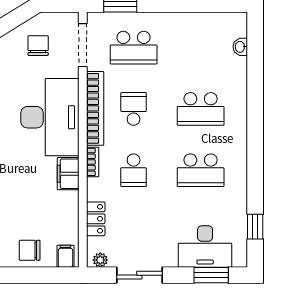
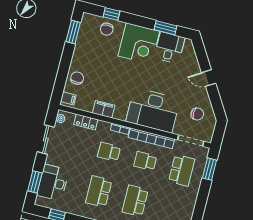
school desk: (134, 48) -> (182, 170), turned 180
school desk: (134, 109) -> (145, 161), turned 180
filing cabinet: (68, 174) -> (104, 109), moved

